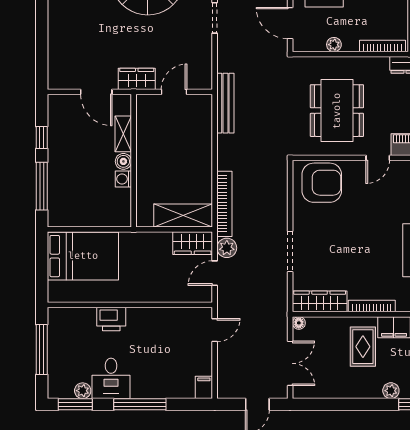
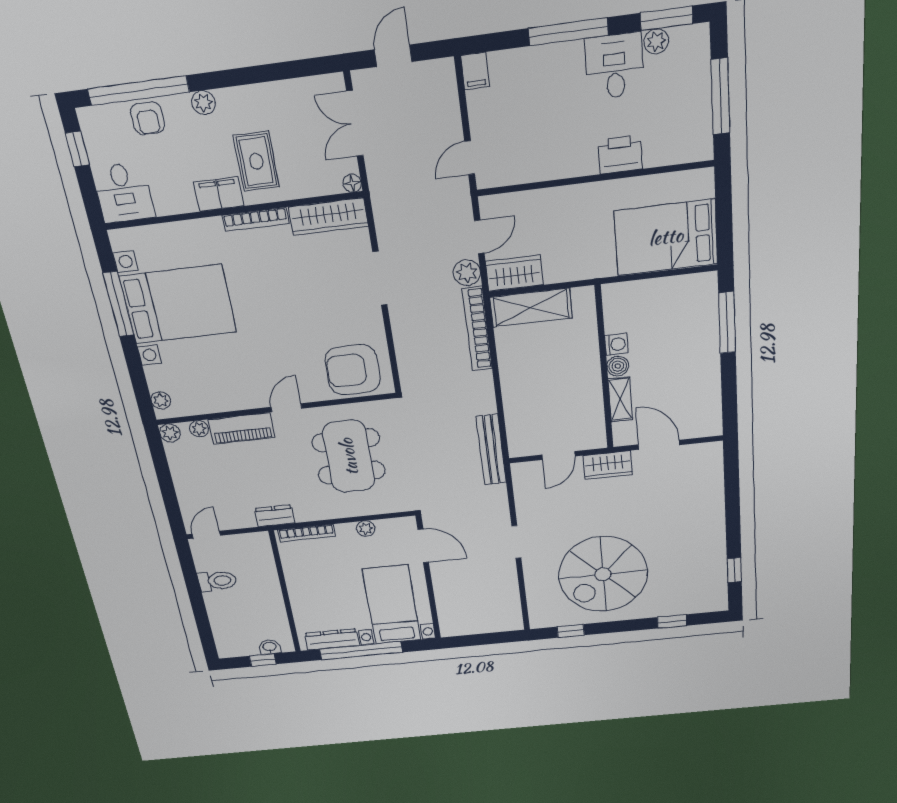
window: (42, 138) -> (729, 383), removed

